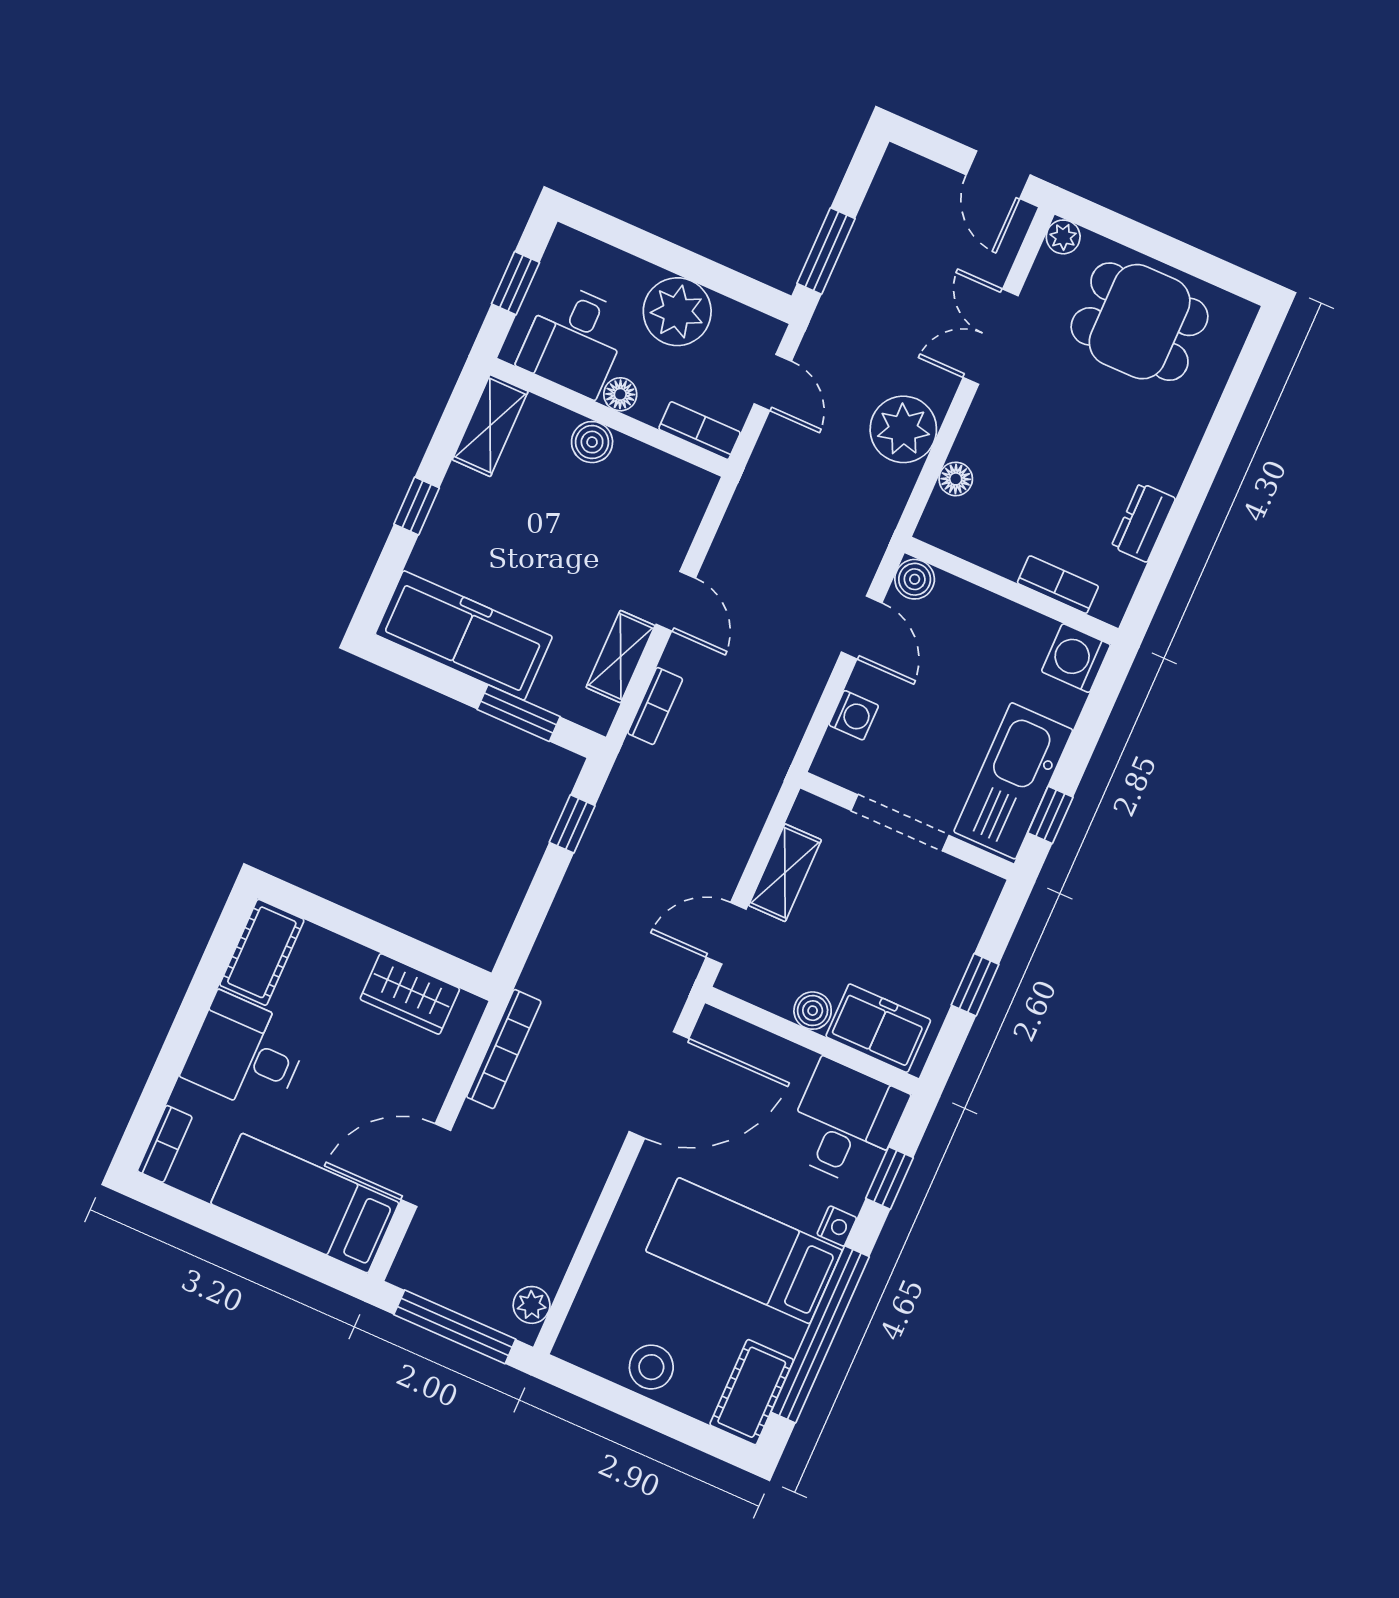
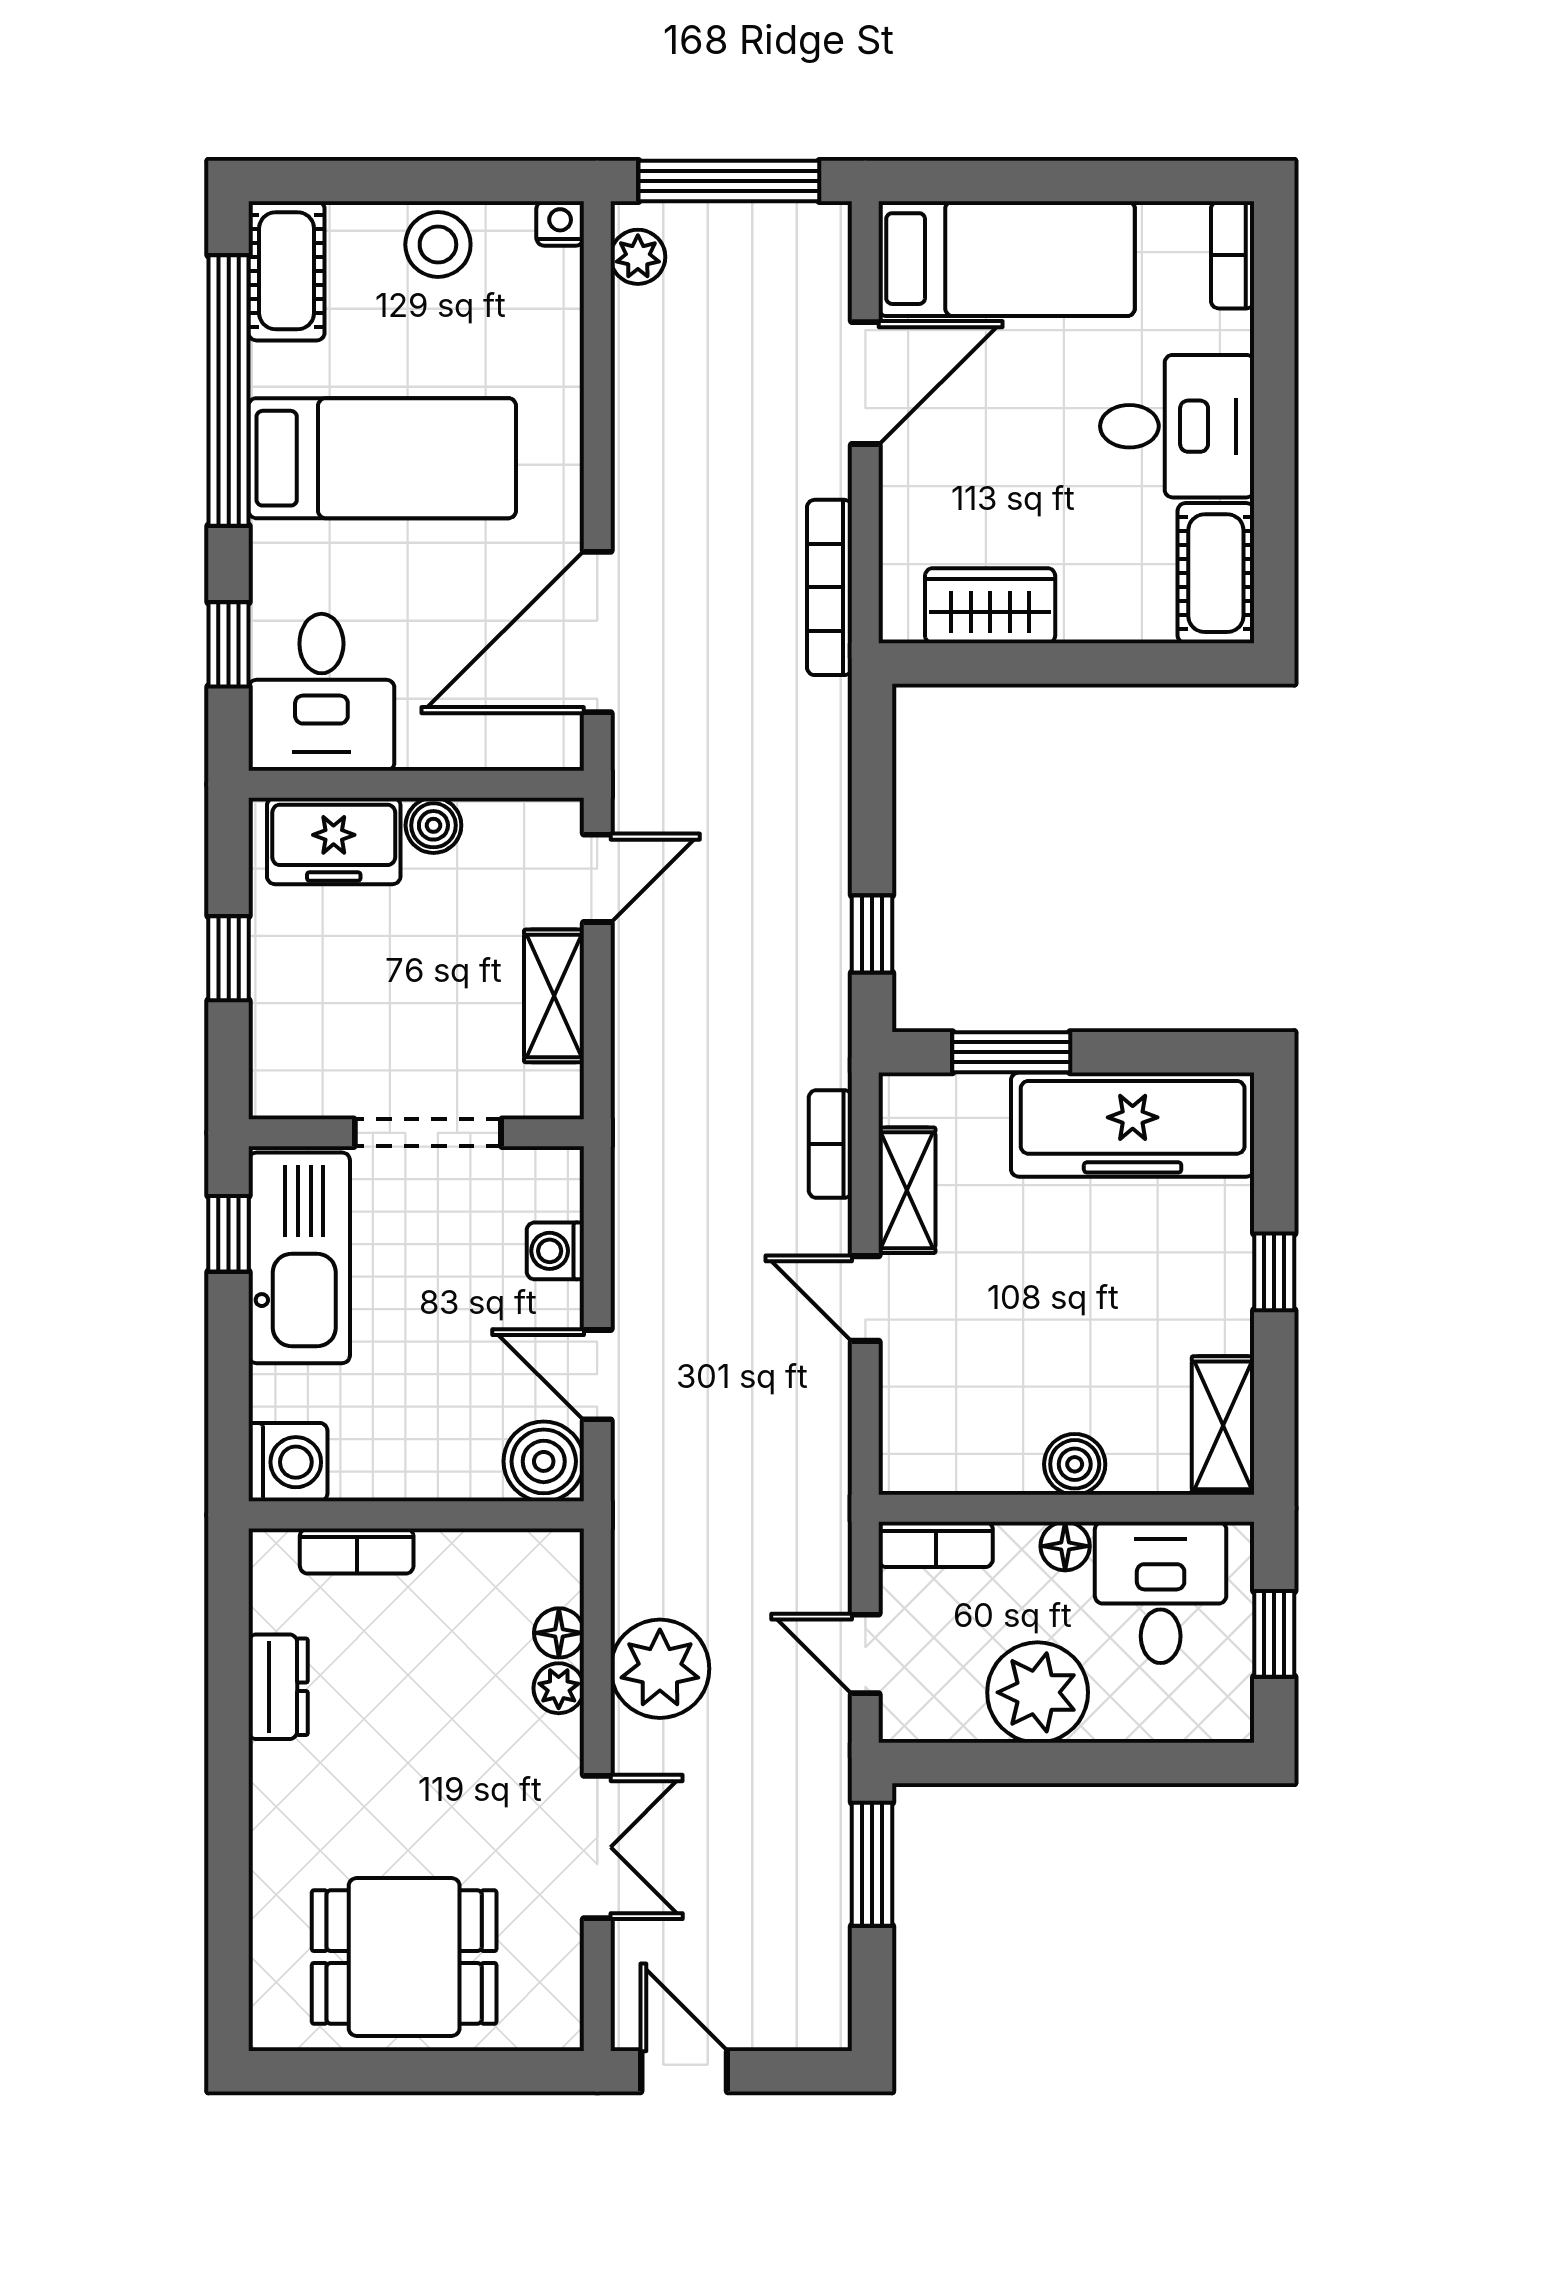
plant: (1063, 237) -> (559, 1688), moved
boiler: (915, 579) -> (544, 1461), width x1.36, depth x1.36
nightstand: (837, 1226) -> (560, 223), moved, turned 90

